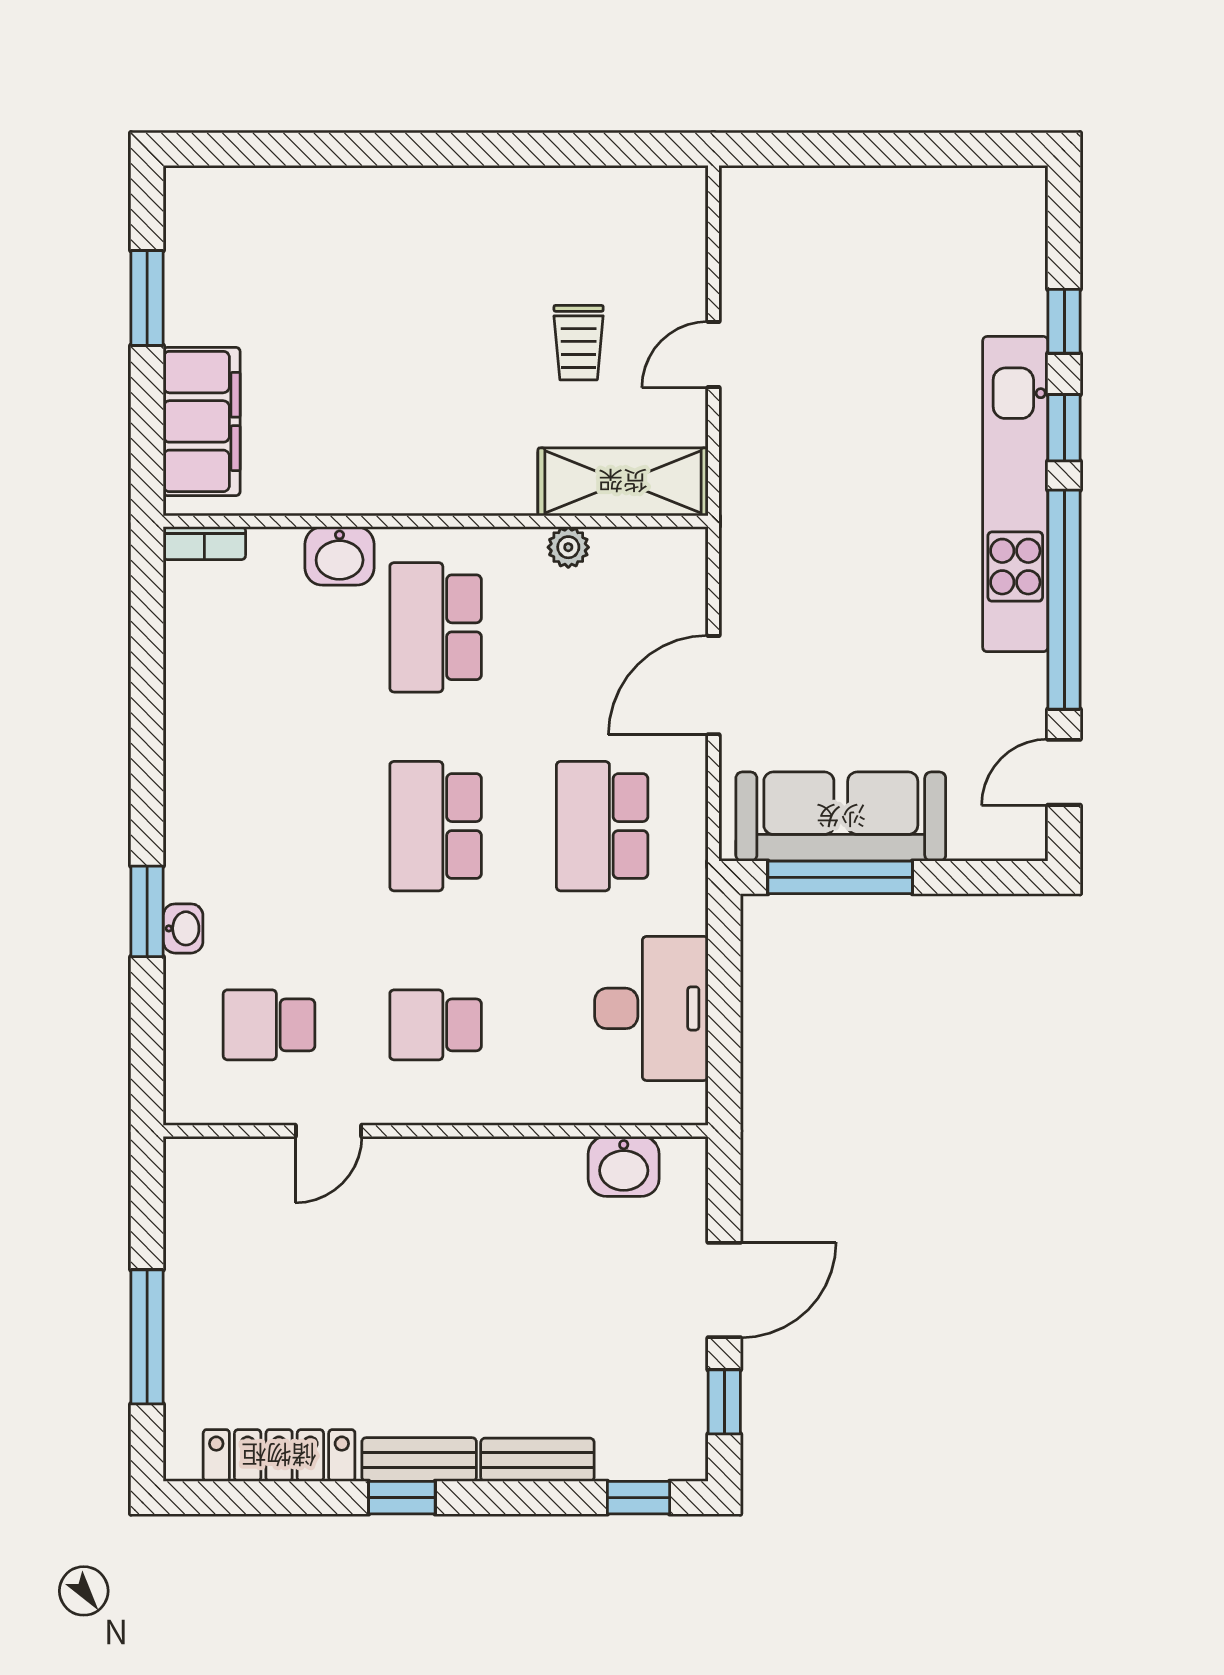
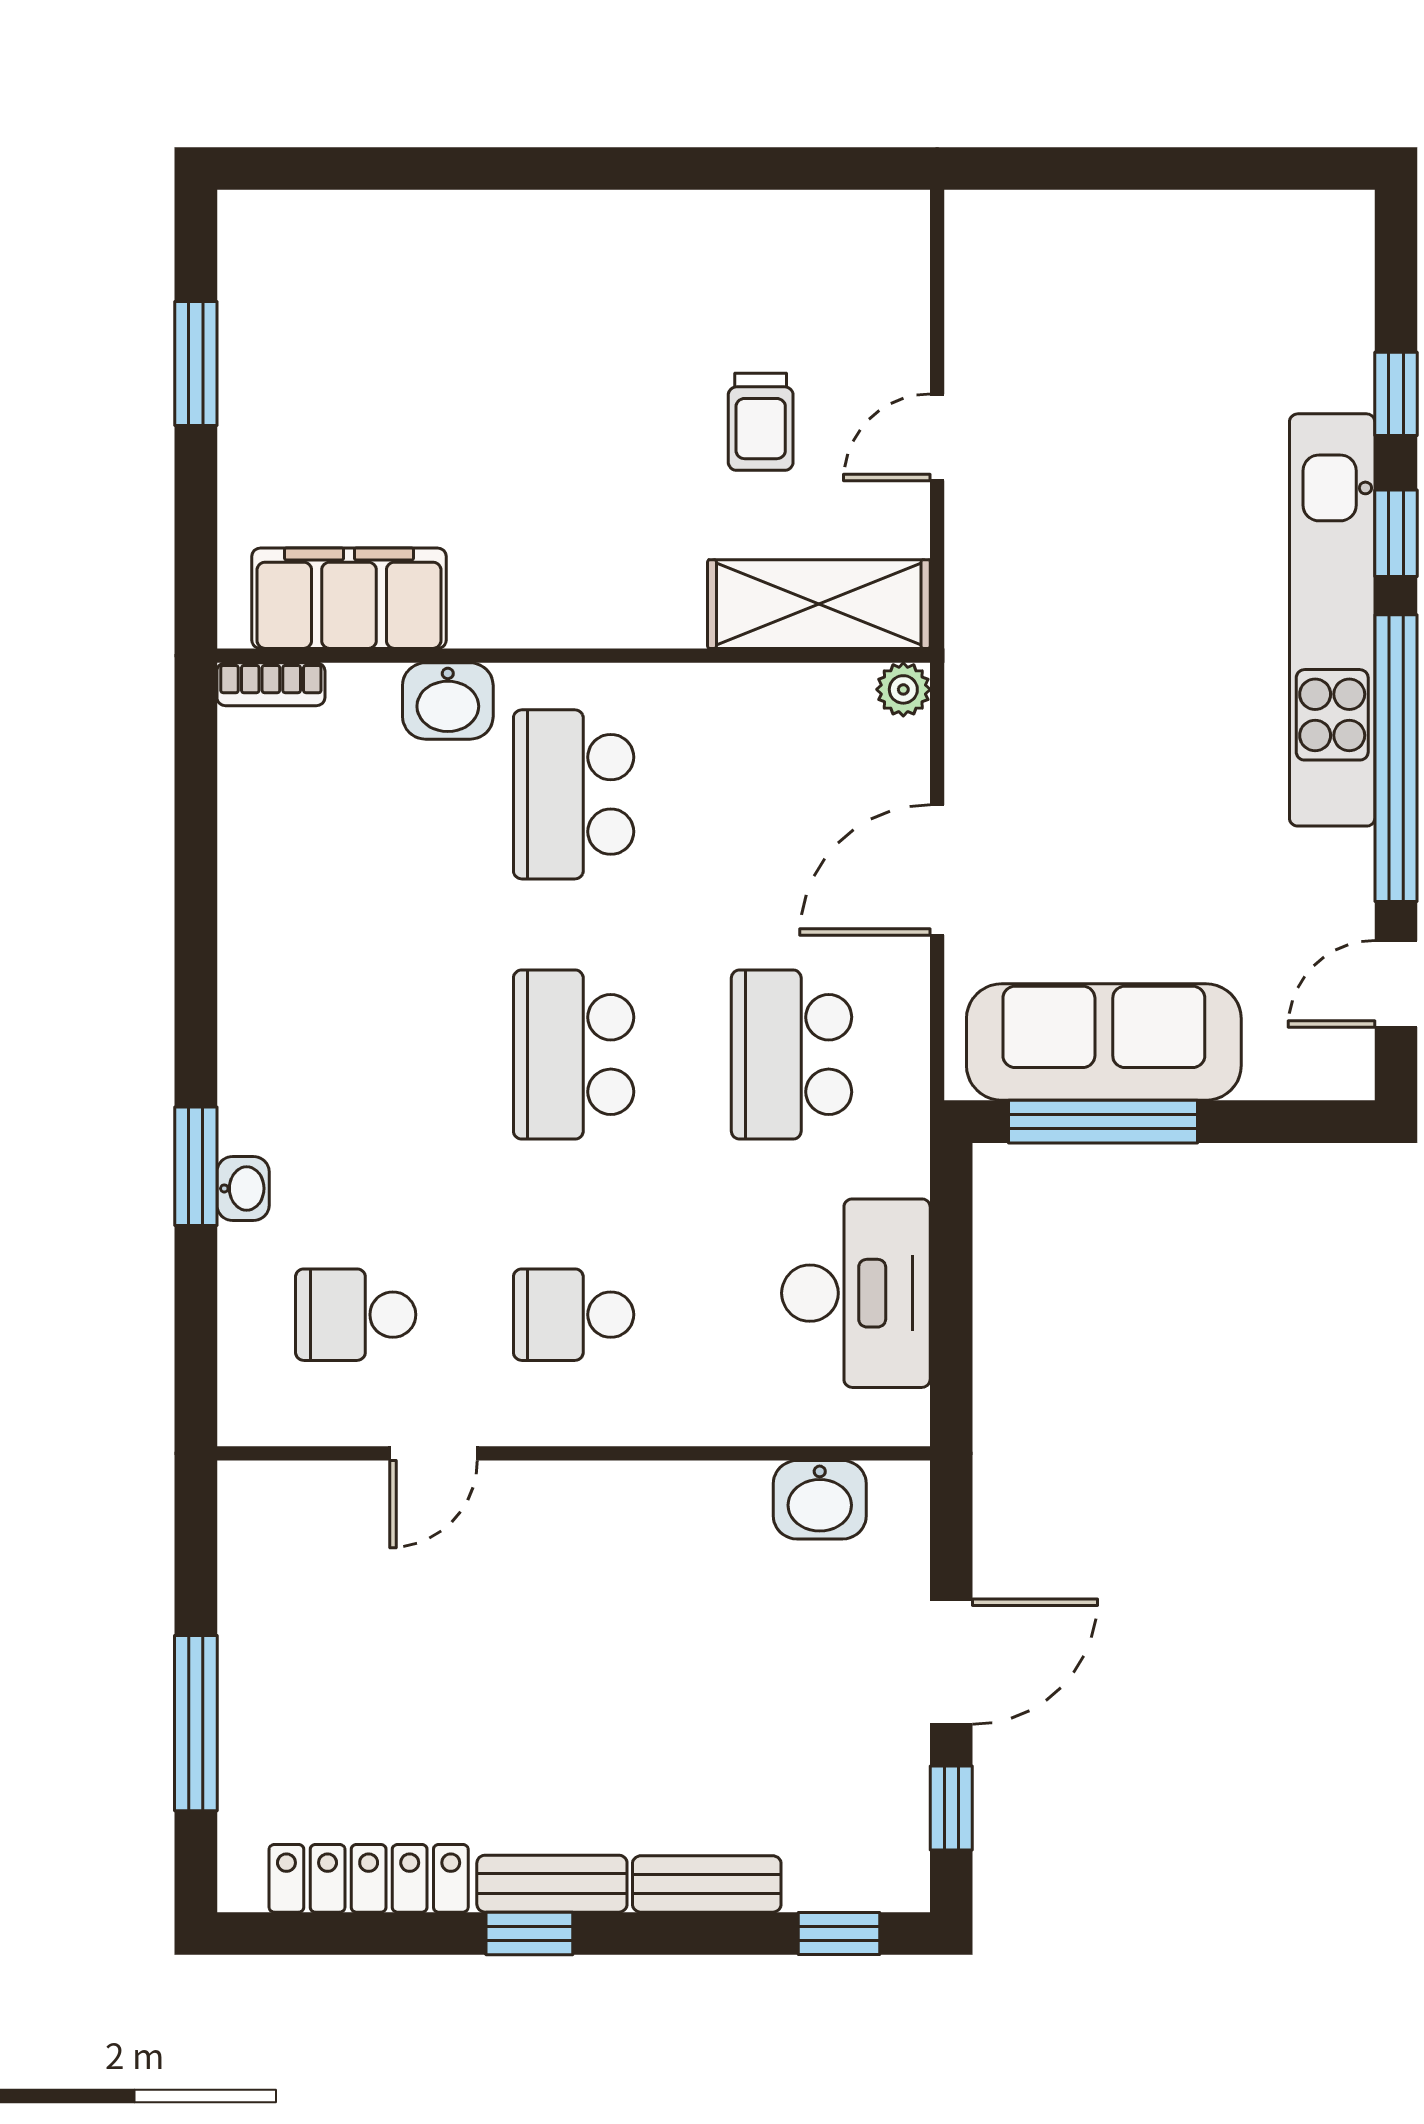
filing cabinet: (202, 421) -> (349, 598), moved, turned -90
plant: (568, 547) -> (903, 689), moved

